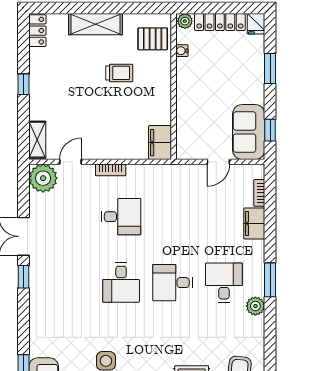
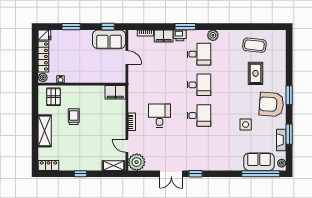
printer: (255, 251) -> (180, 35), added
window: (270, 280) -> (185, 27), moved
desk: (172, 283) -> (199, 85), turned -90
desk: (224, 283) -> (199, 54), turned 180

